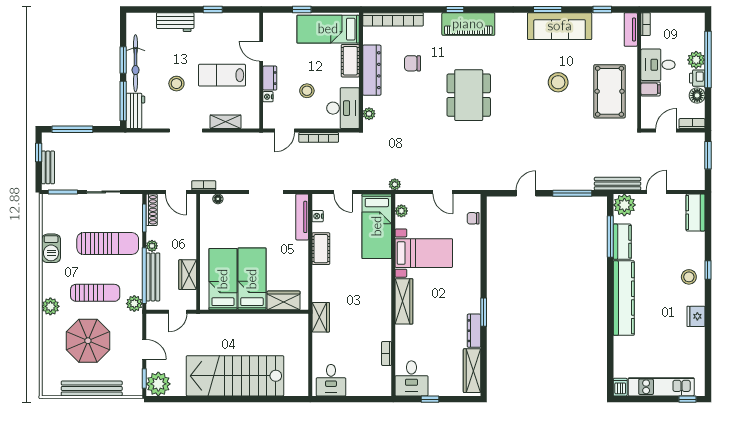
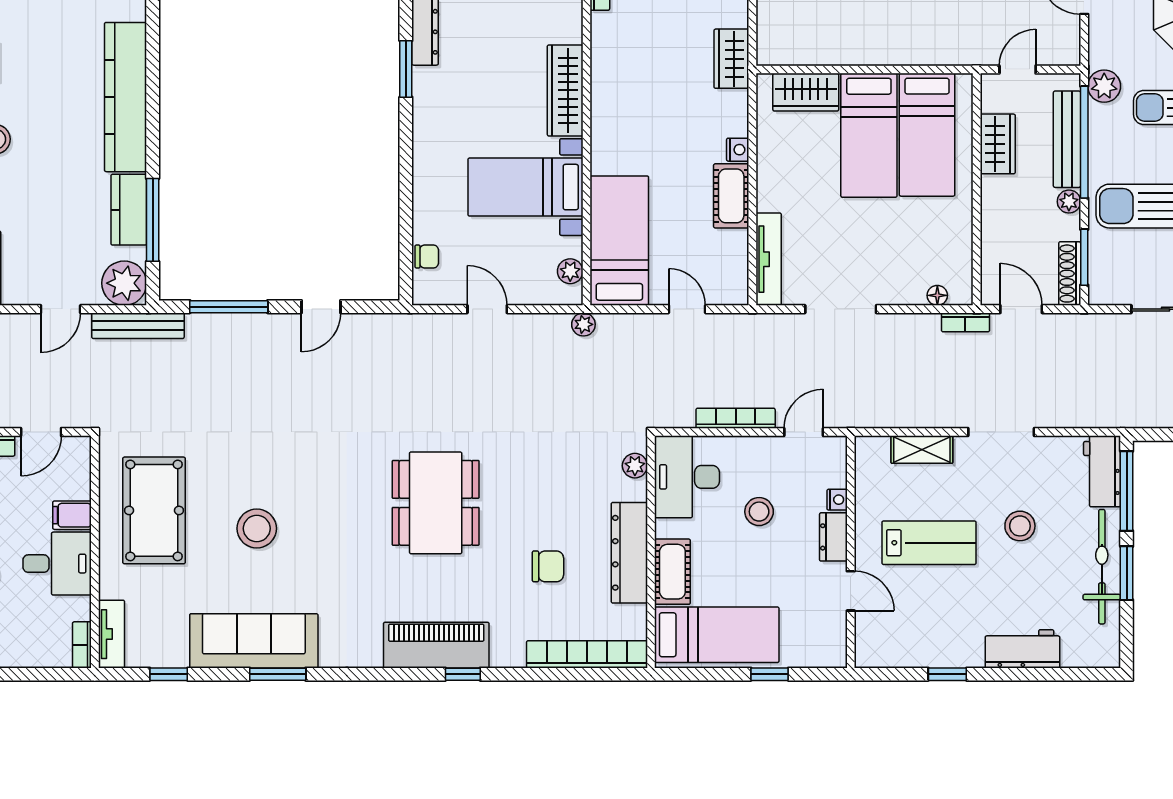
nightstand: (318, 216) -> (738, 150), moved

